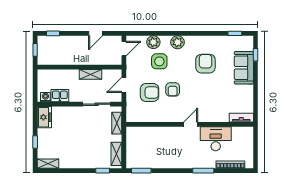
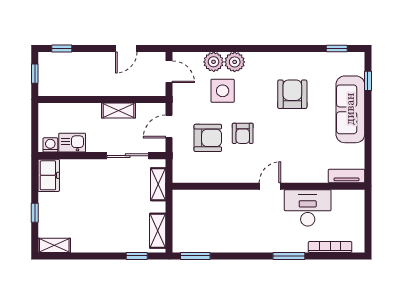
plant: (177, 42) -> (235, 62), moved
door: (124, 49) -> (169, 72), hinge flipped
sofa: (244, 68) -> (350, 109), width x1.36

